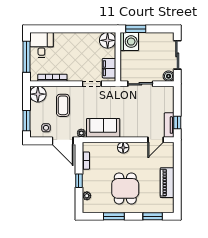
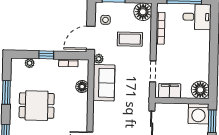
floor lamp: (123, 148) -> (82, 87), moved

